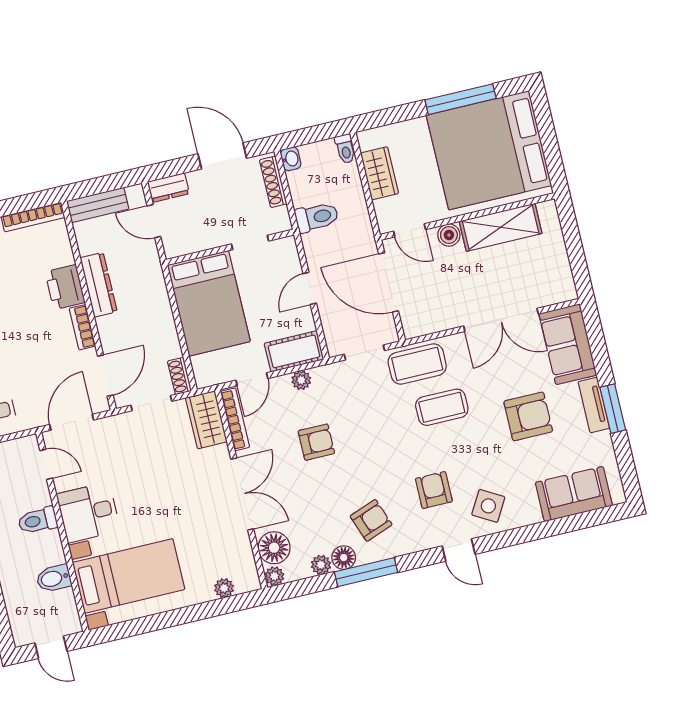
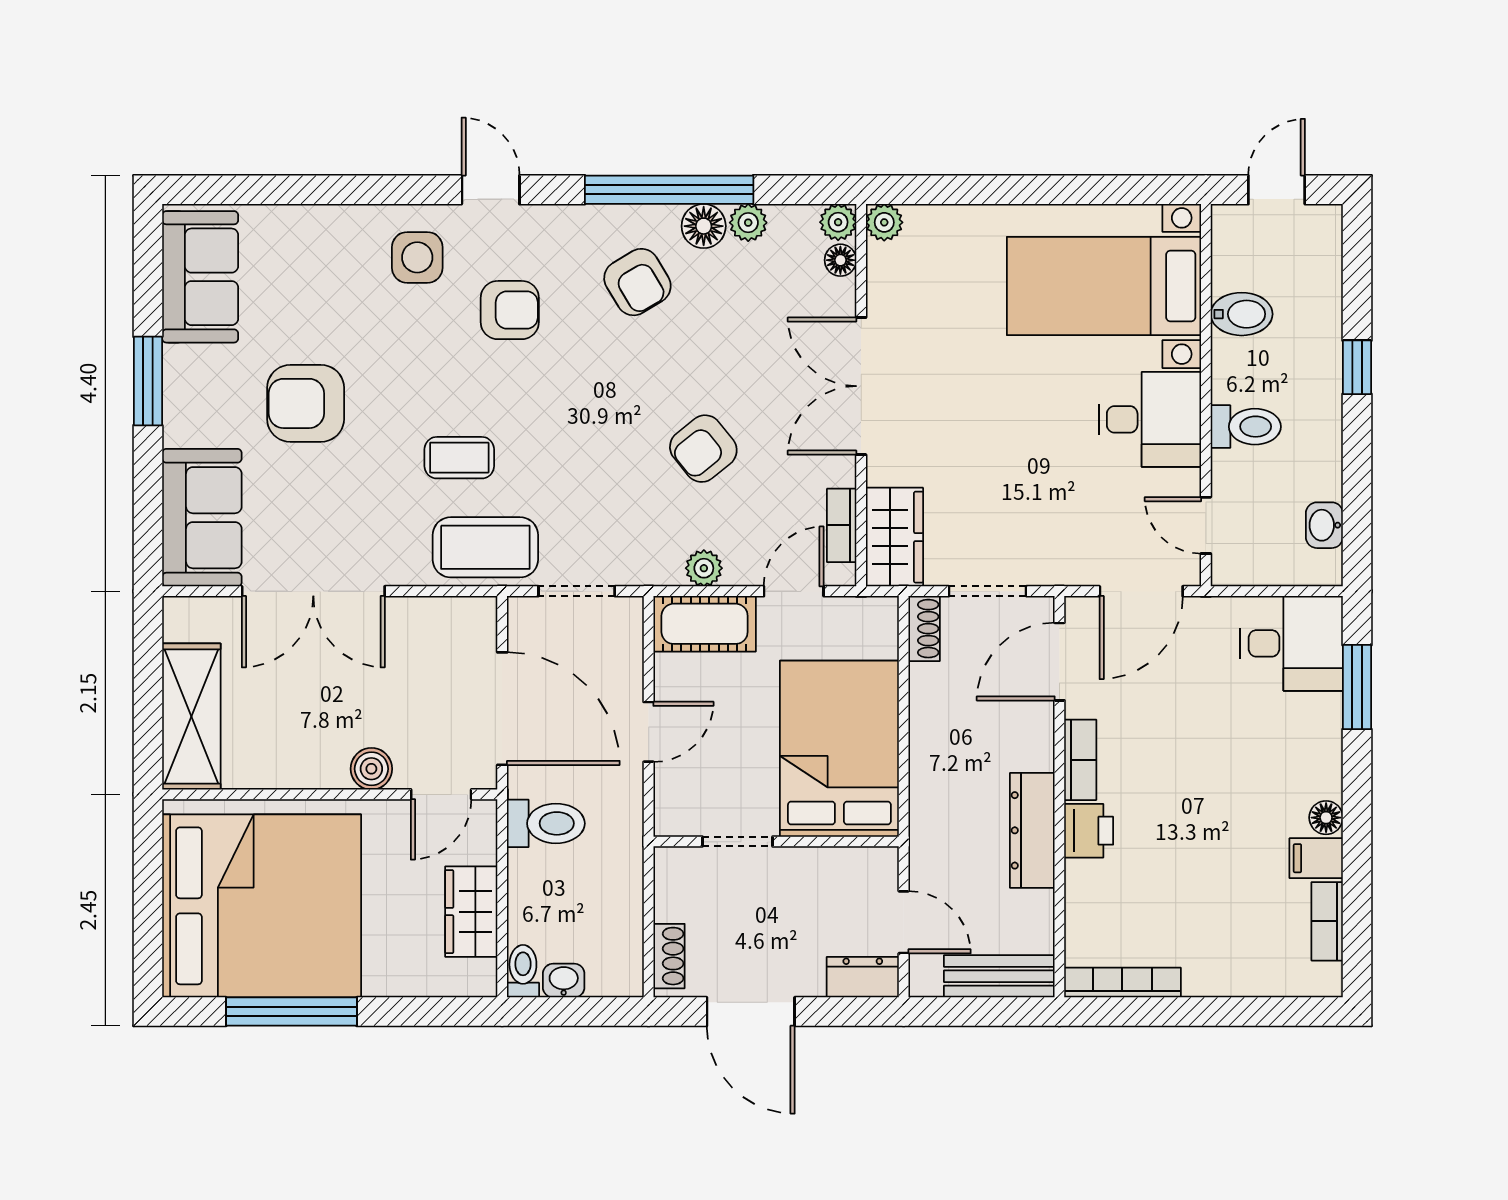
washbasin: (291, 159) -> (564, 981), moved, turned 90
shoe rack: (273, 182) -> (669, 956), width x0.70
toilet: (317, 217) -> (546, 823), moved, turned 180
shelving: (501, 227) -> (191, 717), moved, turned 90
door: (410, 230) -> (441, 794), swing flipped
printer: (65, 287) -> (1089, 831), width x0.73, depth x0.81
double door: (501, 320) -> (313, 591), swing flipped
tv unit: (594, 405) -> (181, 396), removed
coffee table: (442, 407) -> (459, 458), width x0.73, depth x0.77
bookcase: (235, 419) -> (842, 525), width x0.64
armchair: (316, 442) -> (703, 449), turned -39
armchair: (434, 490) -> (510, 310), turned -90
sofa: (574, 494) -> (200, 277), moved, turned -90
side table: (488, 506) -> (417, 257), turned -30
armchair: (371, 520) -> (637, 282), turned -101
floor lamp: (274, 548) -> (840, 260), width x0.53, depth x0.53
window: (366, 572) -> (669, 190), width x1.46
plant: (224, 588) -> (884, 222), moved
door: (51, 647) -> (1277, 190), hinge flipped

